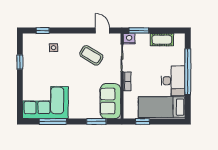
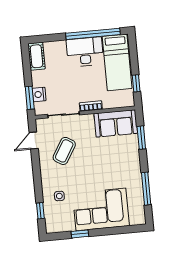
nightstand: (129, 39) -> (39, 94), moved
cot: (162, 40) -> (37, 56), moved
window: (188, 72) -> (93, 34), moved
corner sofa: (45, 103) -> (101, 209), moved, turned 90

